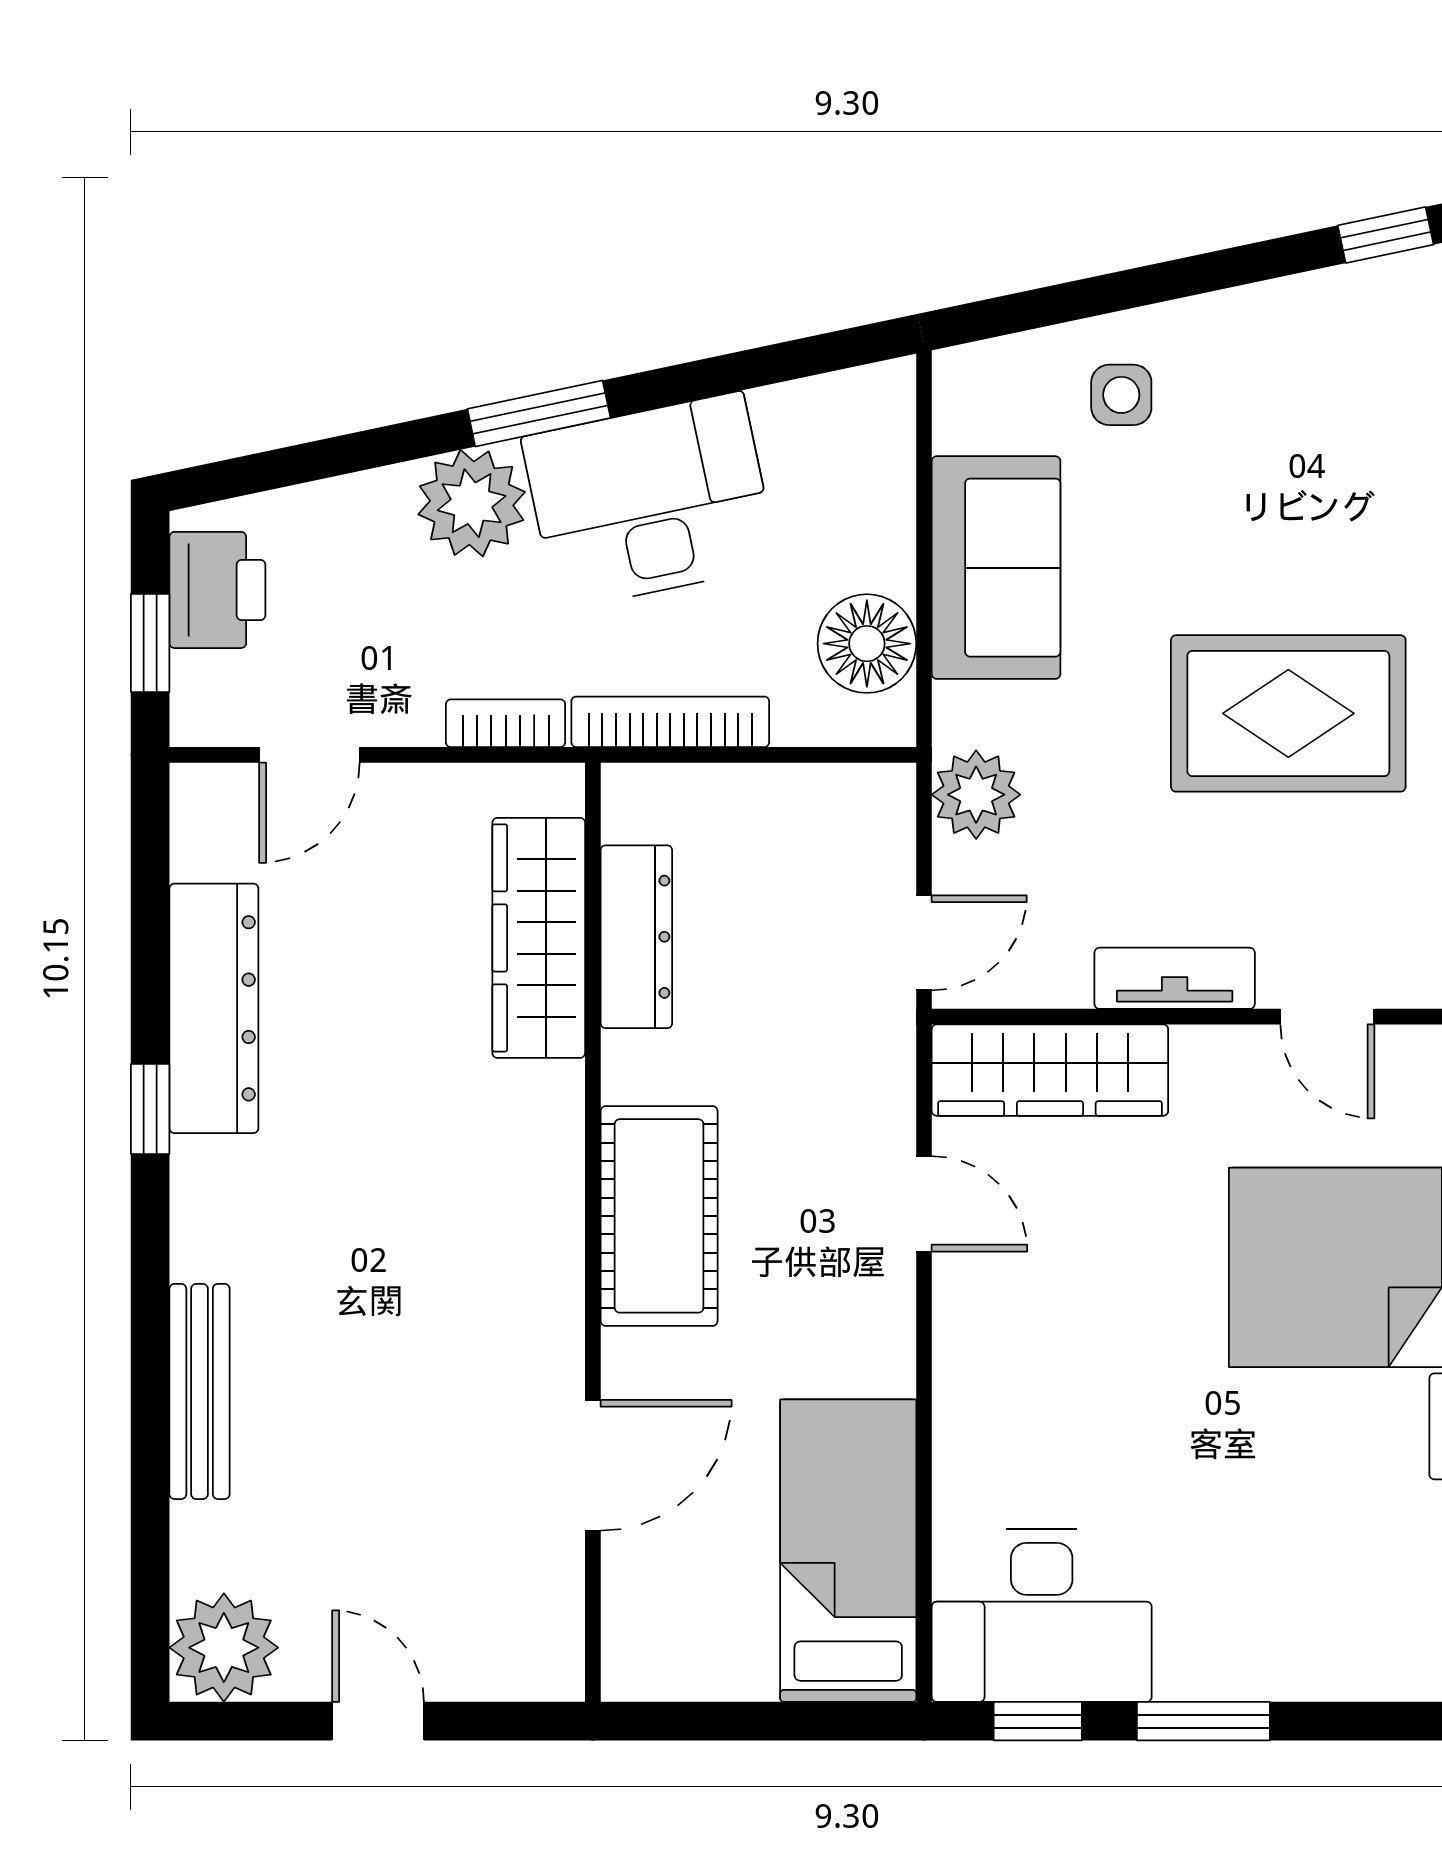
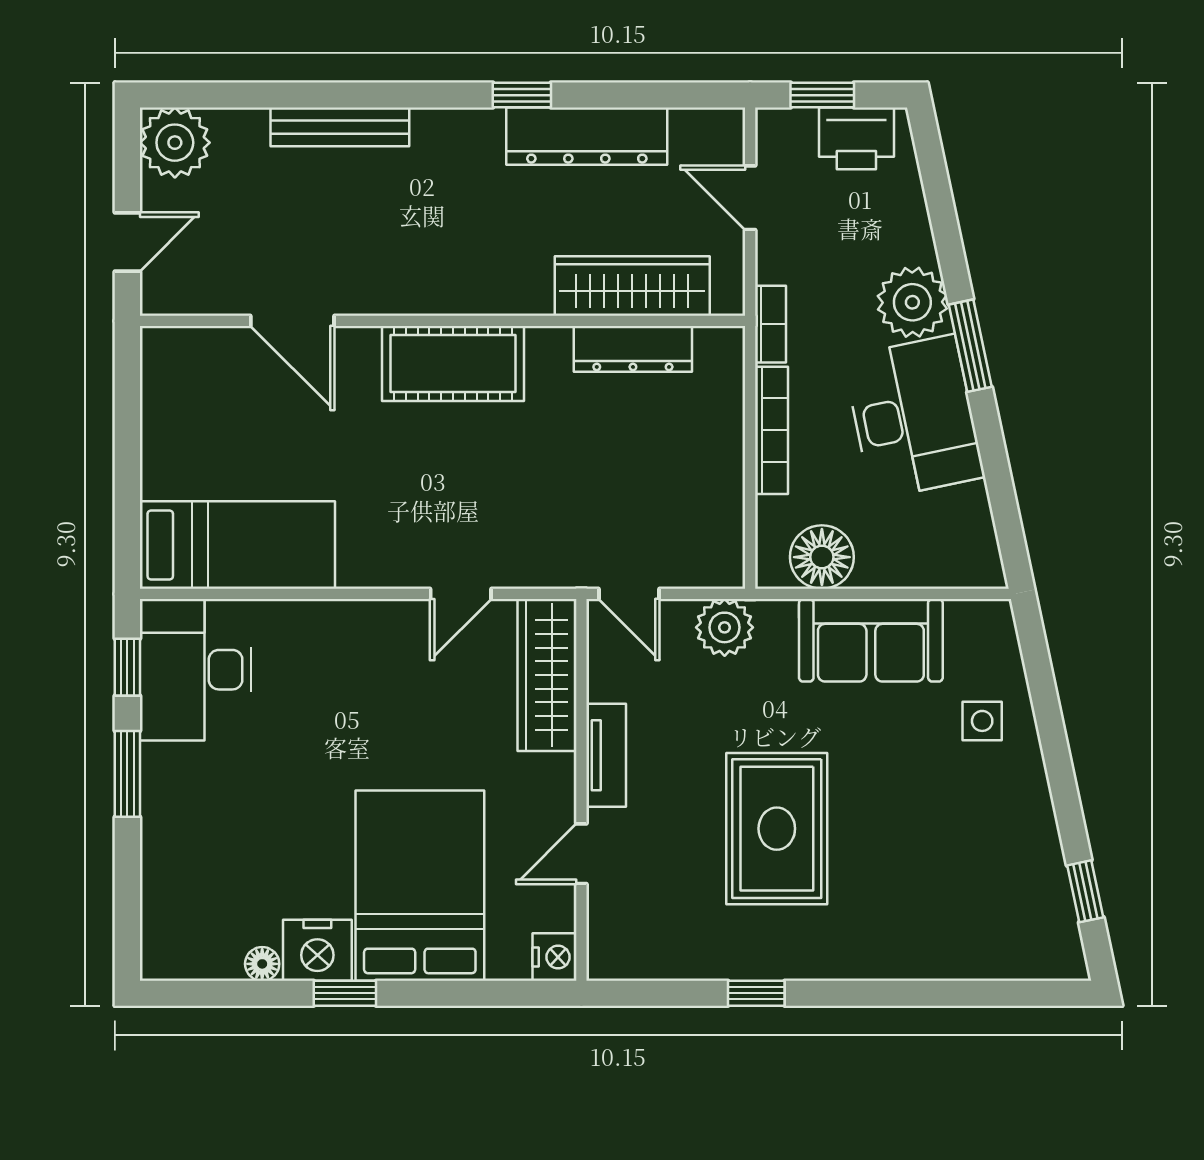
dresser: (636, 937) -> (633, 349), moved
wardrobe: (539, 938) -> (632, 286), moved
cot: (659, 1216) -> (453, 364), moved
wall: (593, 1232) -> (442, 321), moved
door: (593, 1465) -> (292, 321), moved

